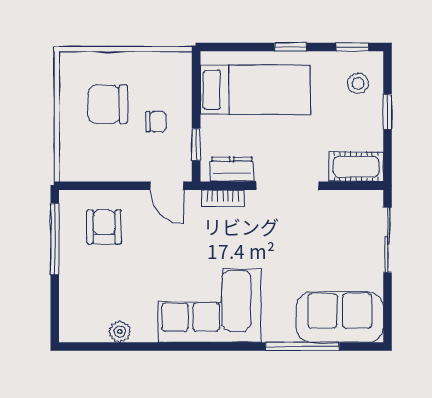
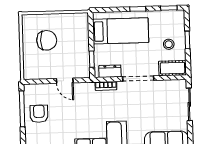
stool: (358, 83) -> (169, 44), moved
chair: (108, 104) -> (47, 40), turned 180
chair: (156, 122) -> (71, 48), removed
door: (167, 186) -> (65, 81), moved
armchair: (104, 227) -> (39, 114), moved

